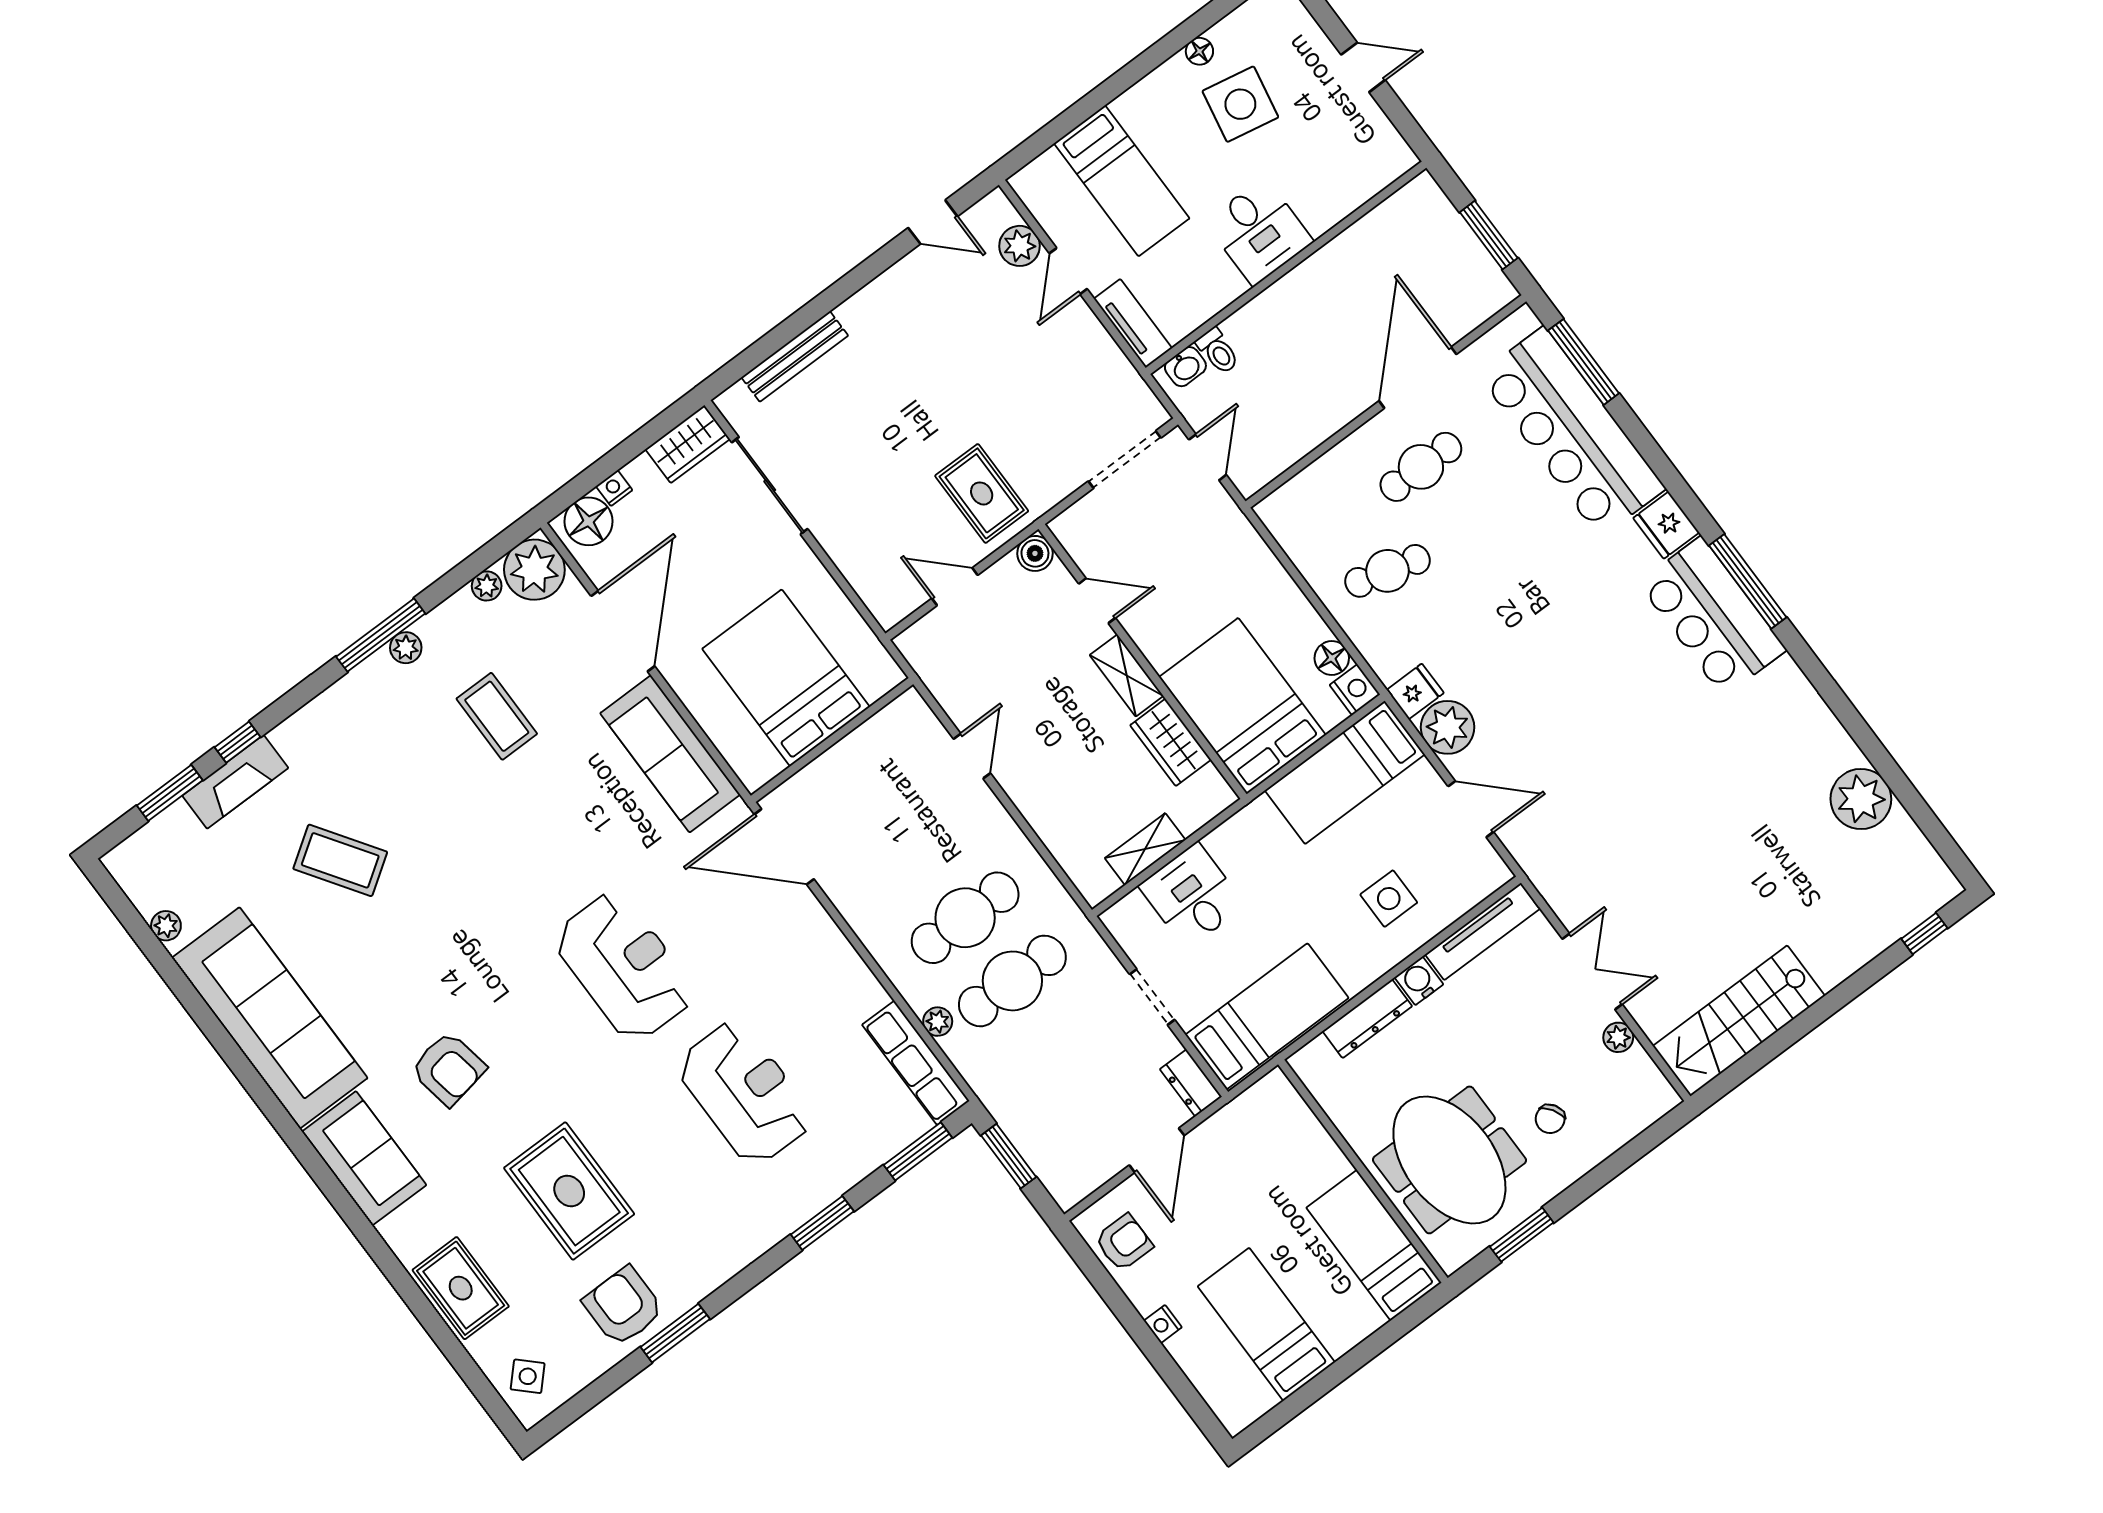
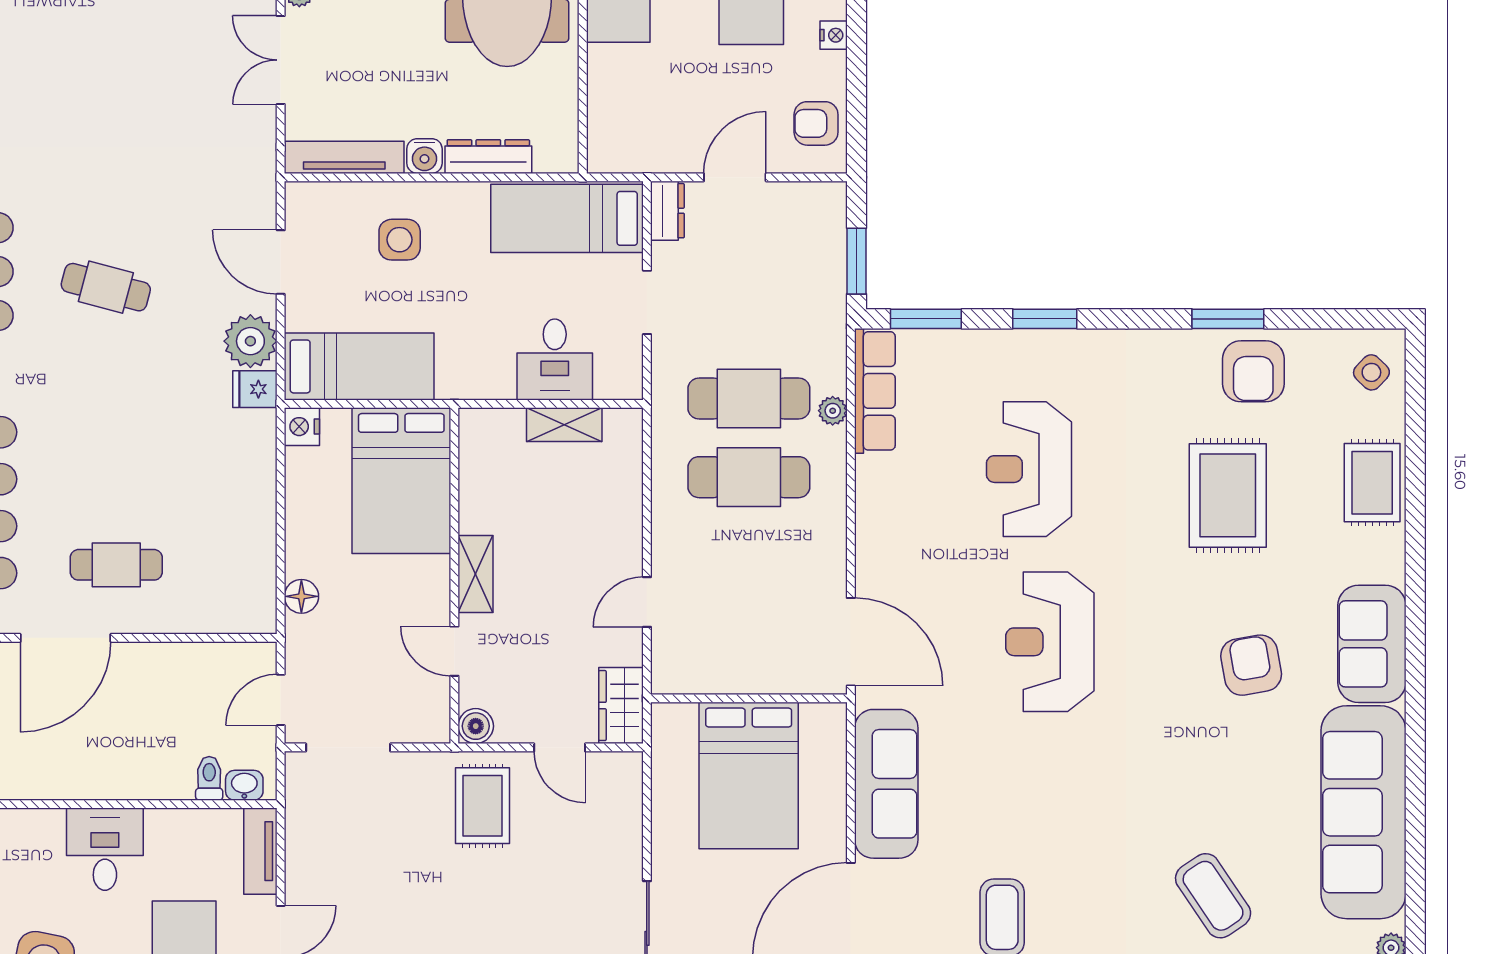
cafe table: (1387, 571) -> (106, 287), moved
floor lamp: (1332, 658) -> (301, 596), moved
wardrobe: (1171, 742) -> (621, 706), moved, turned 180

